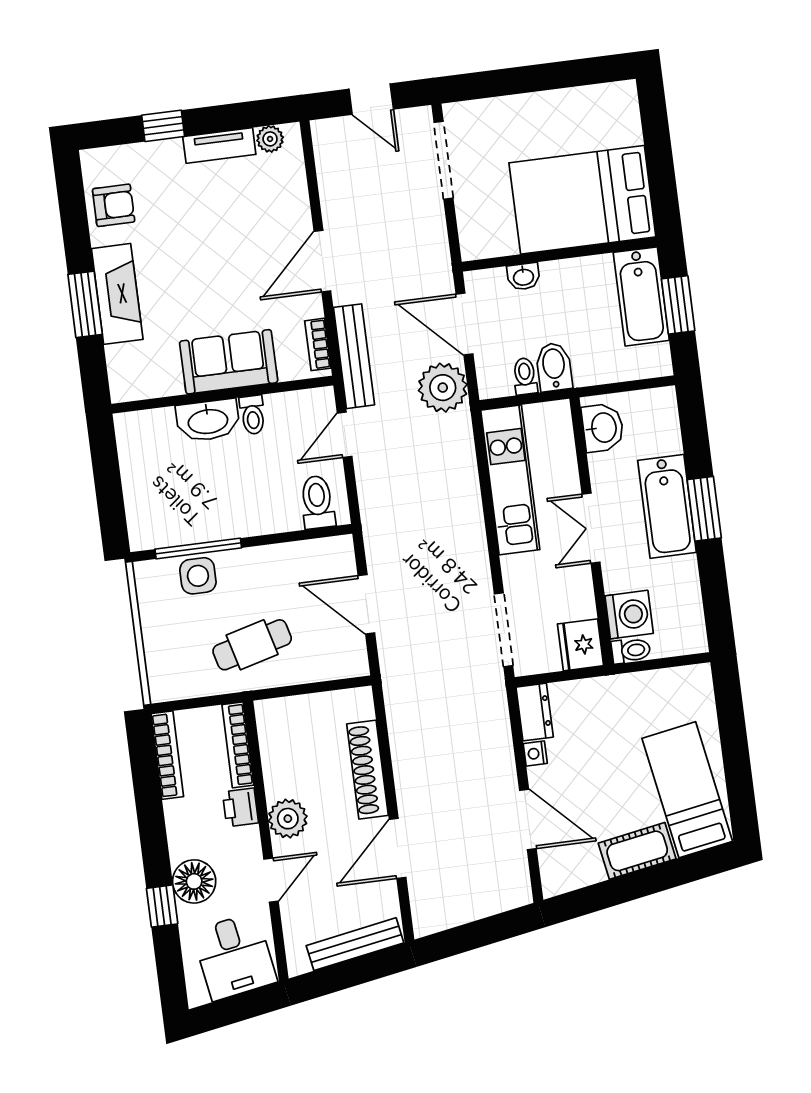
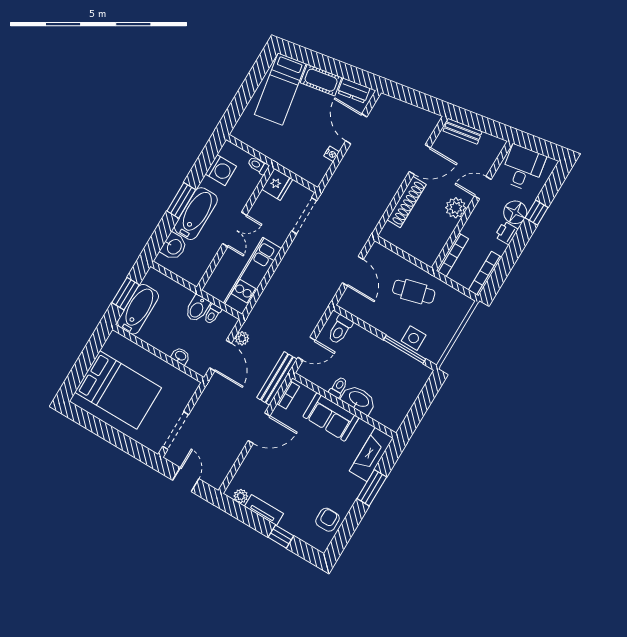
bed: (582, 200) -> (118, 390), moved
armchair: (114, 205) -> (328, 520), turned 90
fireplace: (117, 294) -> (371, 455), moved
plant: (443, 388) -> (242, 338), width x0.53, depth x0.53
washbasin: (603, 428) -> (174, 247), moved, turned 180
washing machine: (629, 615) -> (221, 170), moved, turned 180
dresser: (535, 712) -> (354, 91), moved, turned -100
printer: (240, 807) -> (506, 233), moved, turned 180
bench: (355, 944) -> (463, 131), width x0.73

